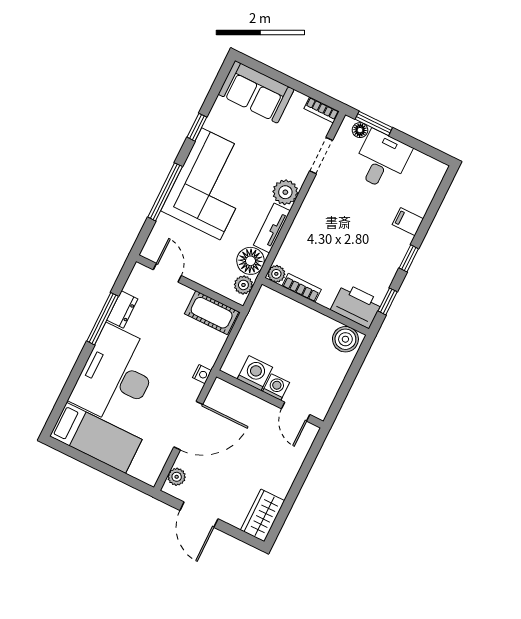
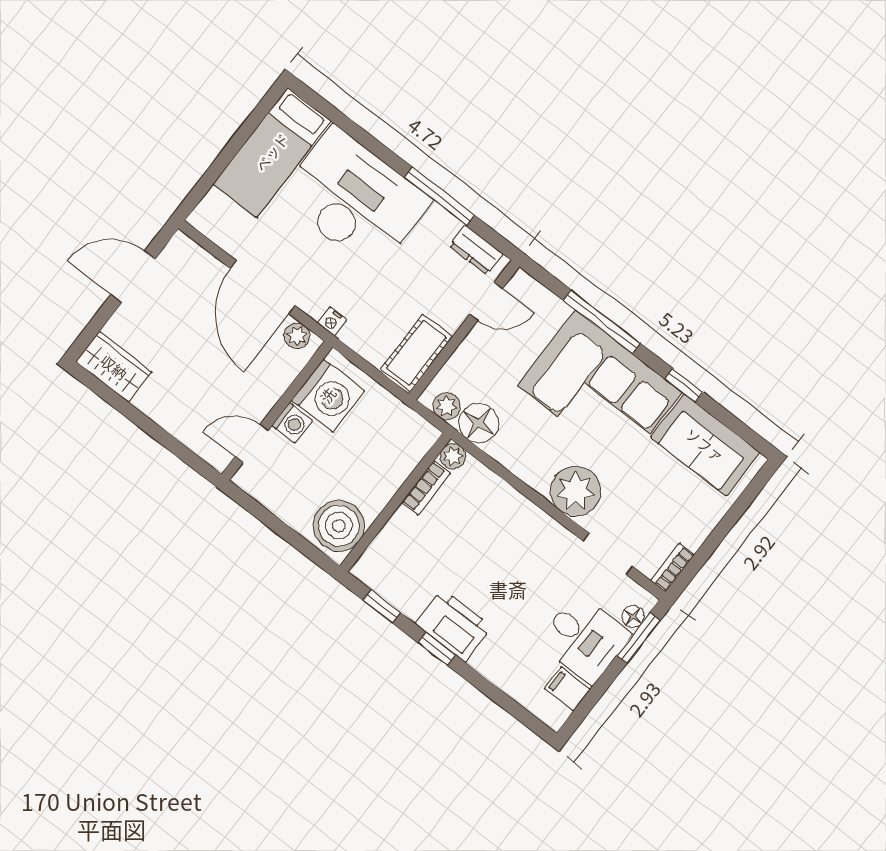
sofa: (256, 92) -> (705, 445), moved, turned -90
plant: (285, 192) -> (576, 491), width x1.36, depth x1.36
filing cabinet: (408, 222) -> (567, 689), moved, turned -90
tv unit: (272, 228) -> (519, 463), removed
printer: (356, 306) -> (454, 625), moved, turned -90
dresser: (122, 310) -> (476, 250), moved
boiler: (345, 339) -> (339, 526), width x1.37, depth x1.37
washing machine: (255, 373) -> (328, 395), width x1.37, depth x1.37
plant: (177, 477) -> (297, 336), moved

